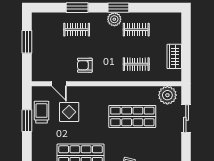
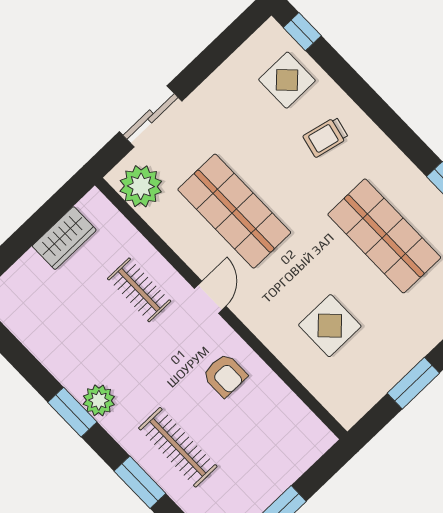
clothes rail: (77, 30) -> (178, 447), width x1.36
clothes rail: (136, 30) -> (81, 346), removed
door: (59, 84) -> (210, 297), moved
trolley: (42, 112) -> (375, 372), removed

